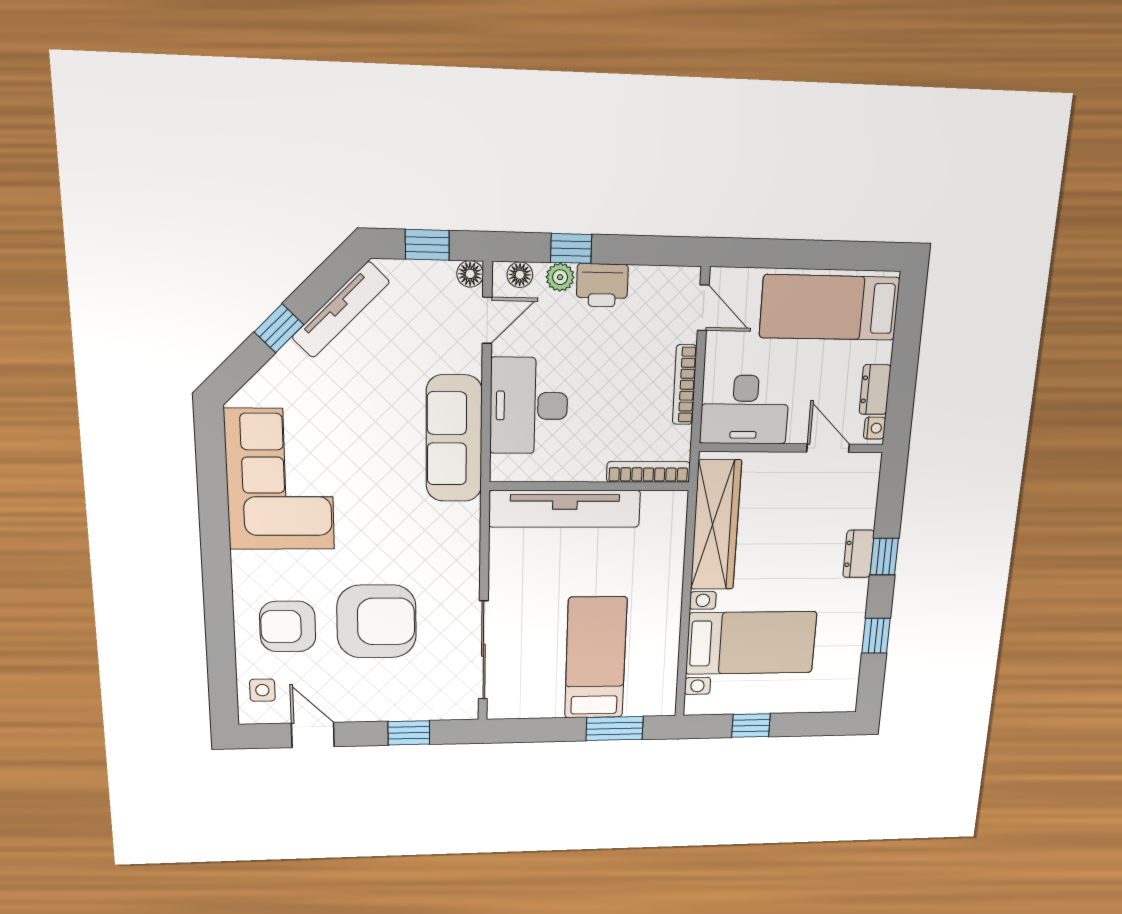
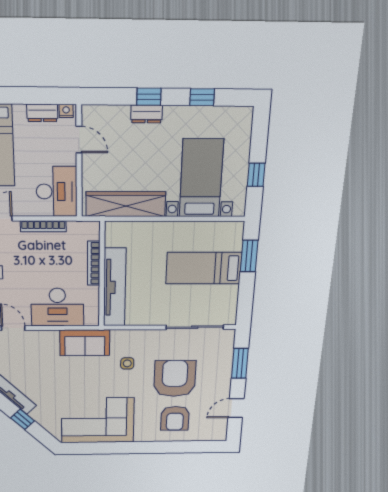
sofa: (454, 439) -> (85, 343), width x0.73
door: (828, 448) -> (79, 140), swing flipped
bookcase: (648, 472) -> (94, 263), moved
side table: (262, 690) -> (127, 363), moved
window: (409, 733) -> (240, 363), width x1.50

